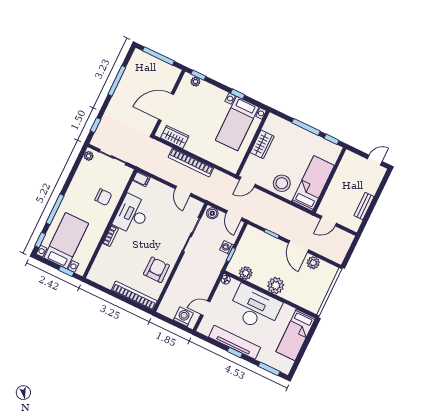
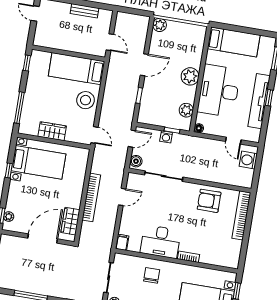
door: (166, 107) -> (43, 239), swing flipped
window: (306, 127) -> (19, 108), moved
plant: (313, 263) -> (160, 25), moved

